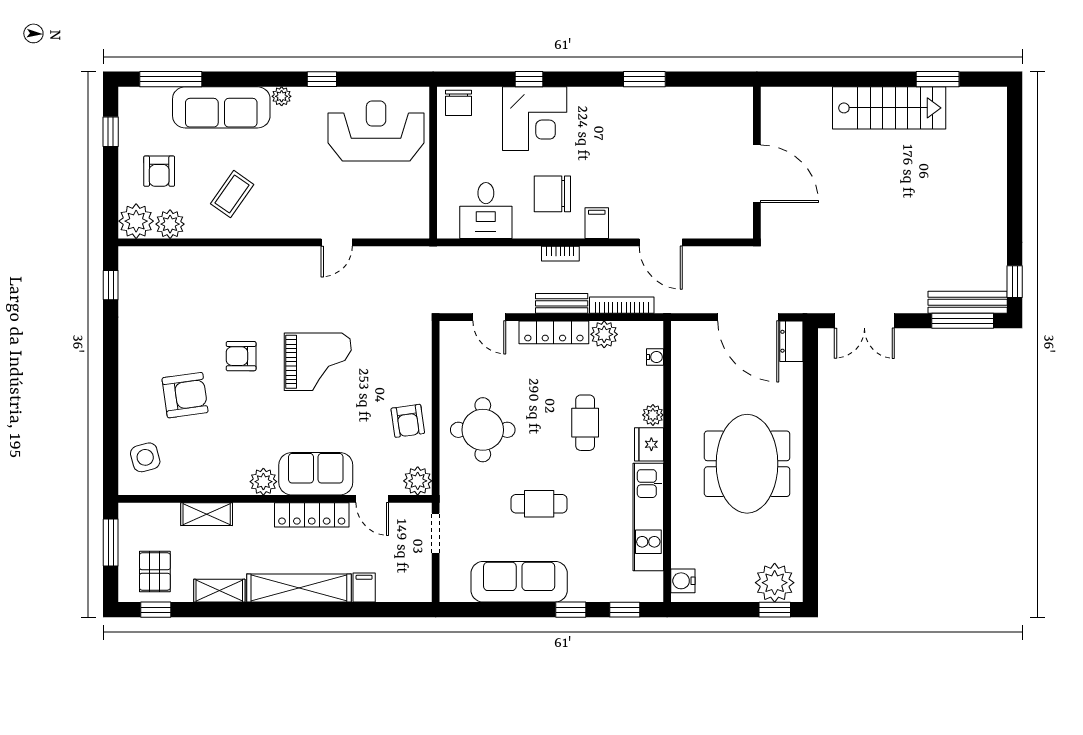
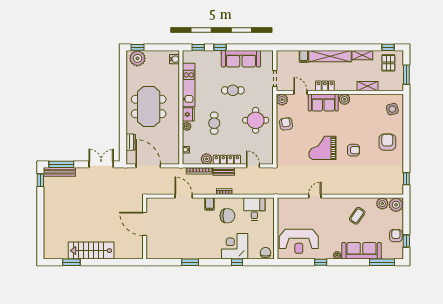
armchair: (159, 171) -> (396, 236), moved
dresser: (791, 341) -> (131, 142), moved
armchair: (185, 395) -> (387, 142), moved, turned 98
locker: (312, 515) -> (325, 86), width x0.66

